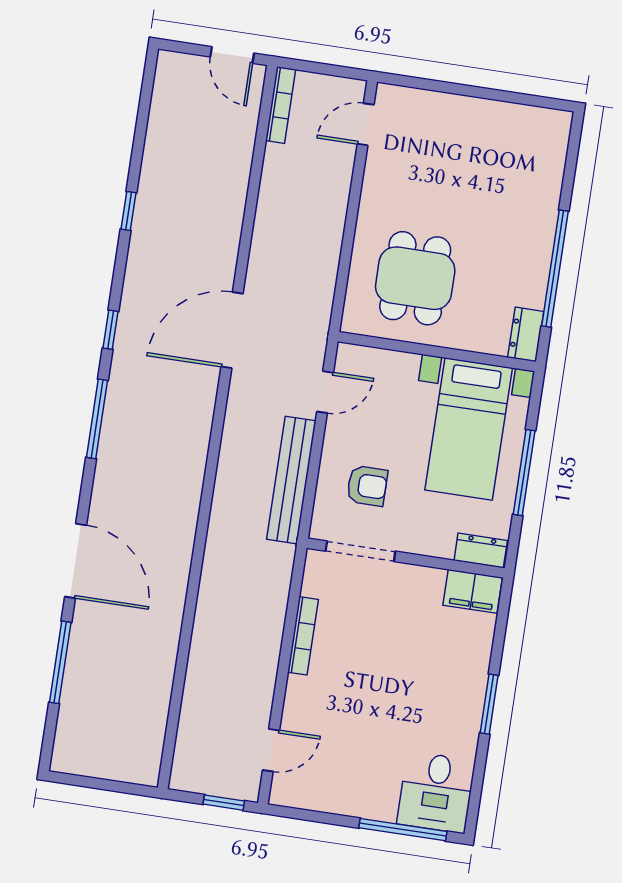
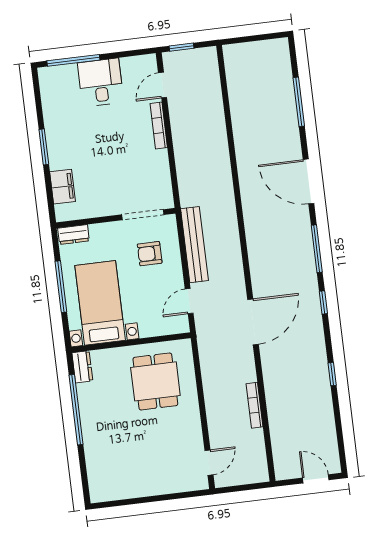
door: (232, 55) -> (316, 479), moved
bookcase: (281, 105) -> (255, 405), moved
door: (76, 561) -> (309, 181), moved
filing cabinet: (473, 591) -> (63, 187), moved, turned 90
bookcase: (303, 636) -> (159, 125), moved
desk: (436, 792) -> (101, 82), moved

